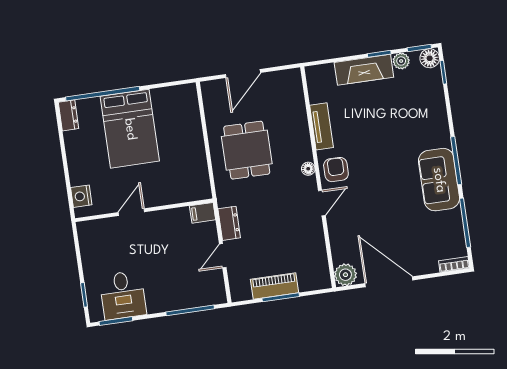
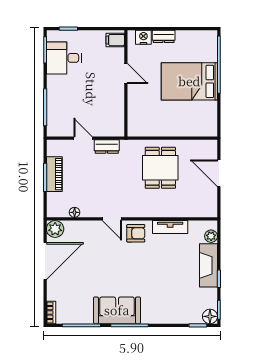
plant: (401, 61) -> (211, 236), moved
dresser: (68, 115) -> (164, 36), moved
dining table: (247, 150) -> (160, 168), turned 90
floor lamp: (308, 169) -> (75, 212), moved
filing cabinet: (203, 213) -> (115, 40), moved, turned -90

